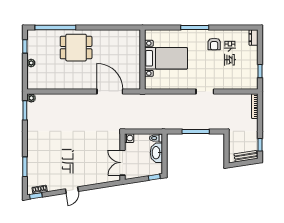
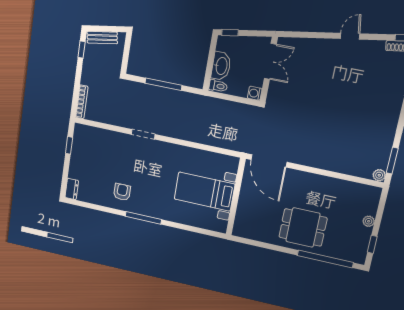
bed with nightstands: (166, 58) -> (204, 192), moved
wall: (142, 60) -> (236, 197), moved

